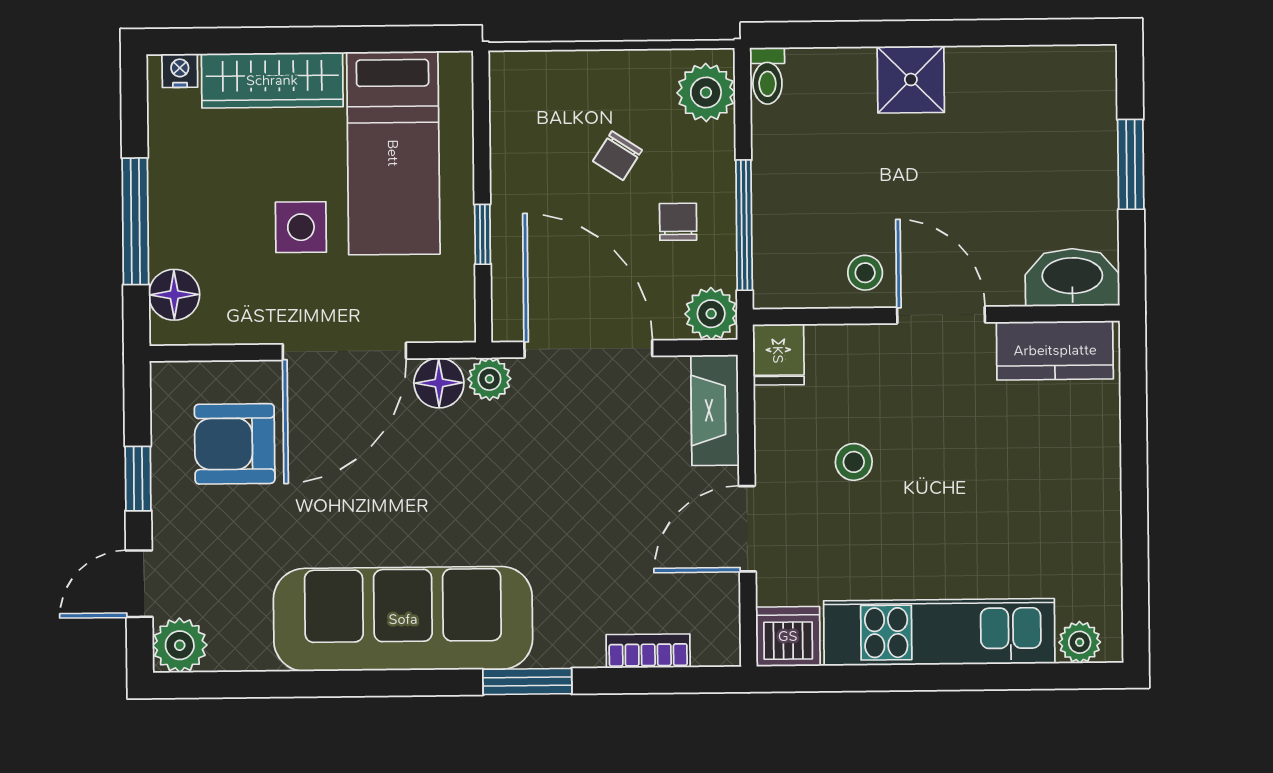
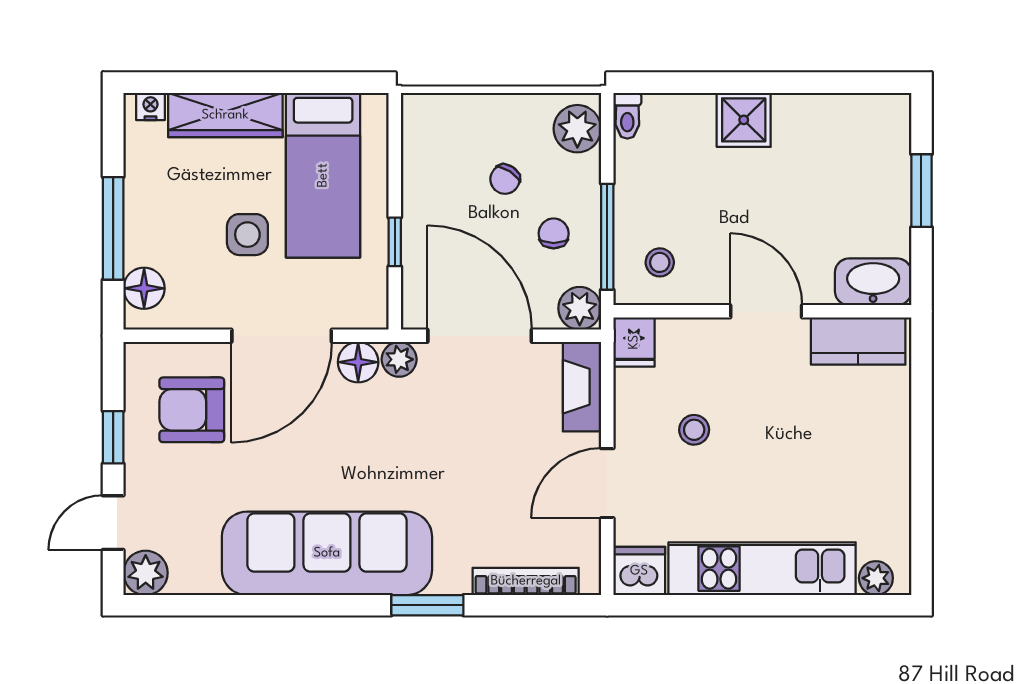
stool: (865, 273) -> (660, 262), moved
bookcase: (648, 651) -> (526, 581), width x1.56

